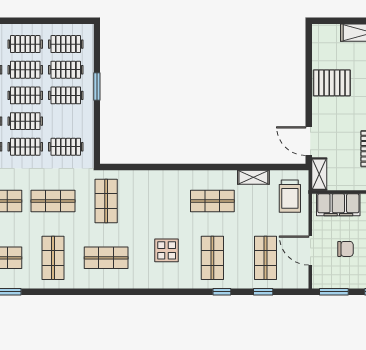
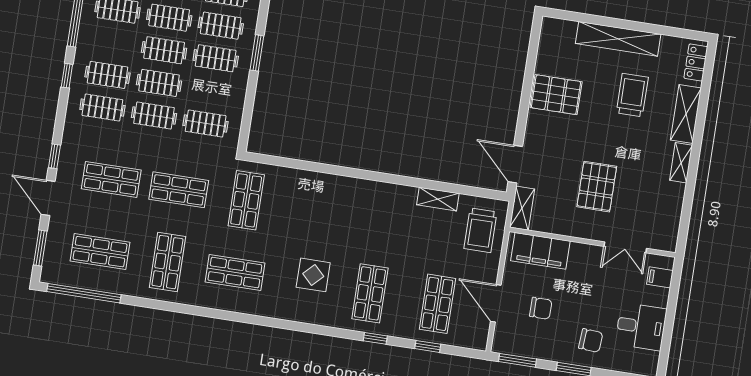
shop shelf: (212, 201) -> (381, 221), removed

